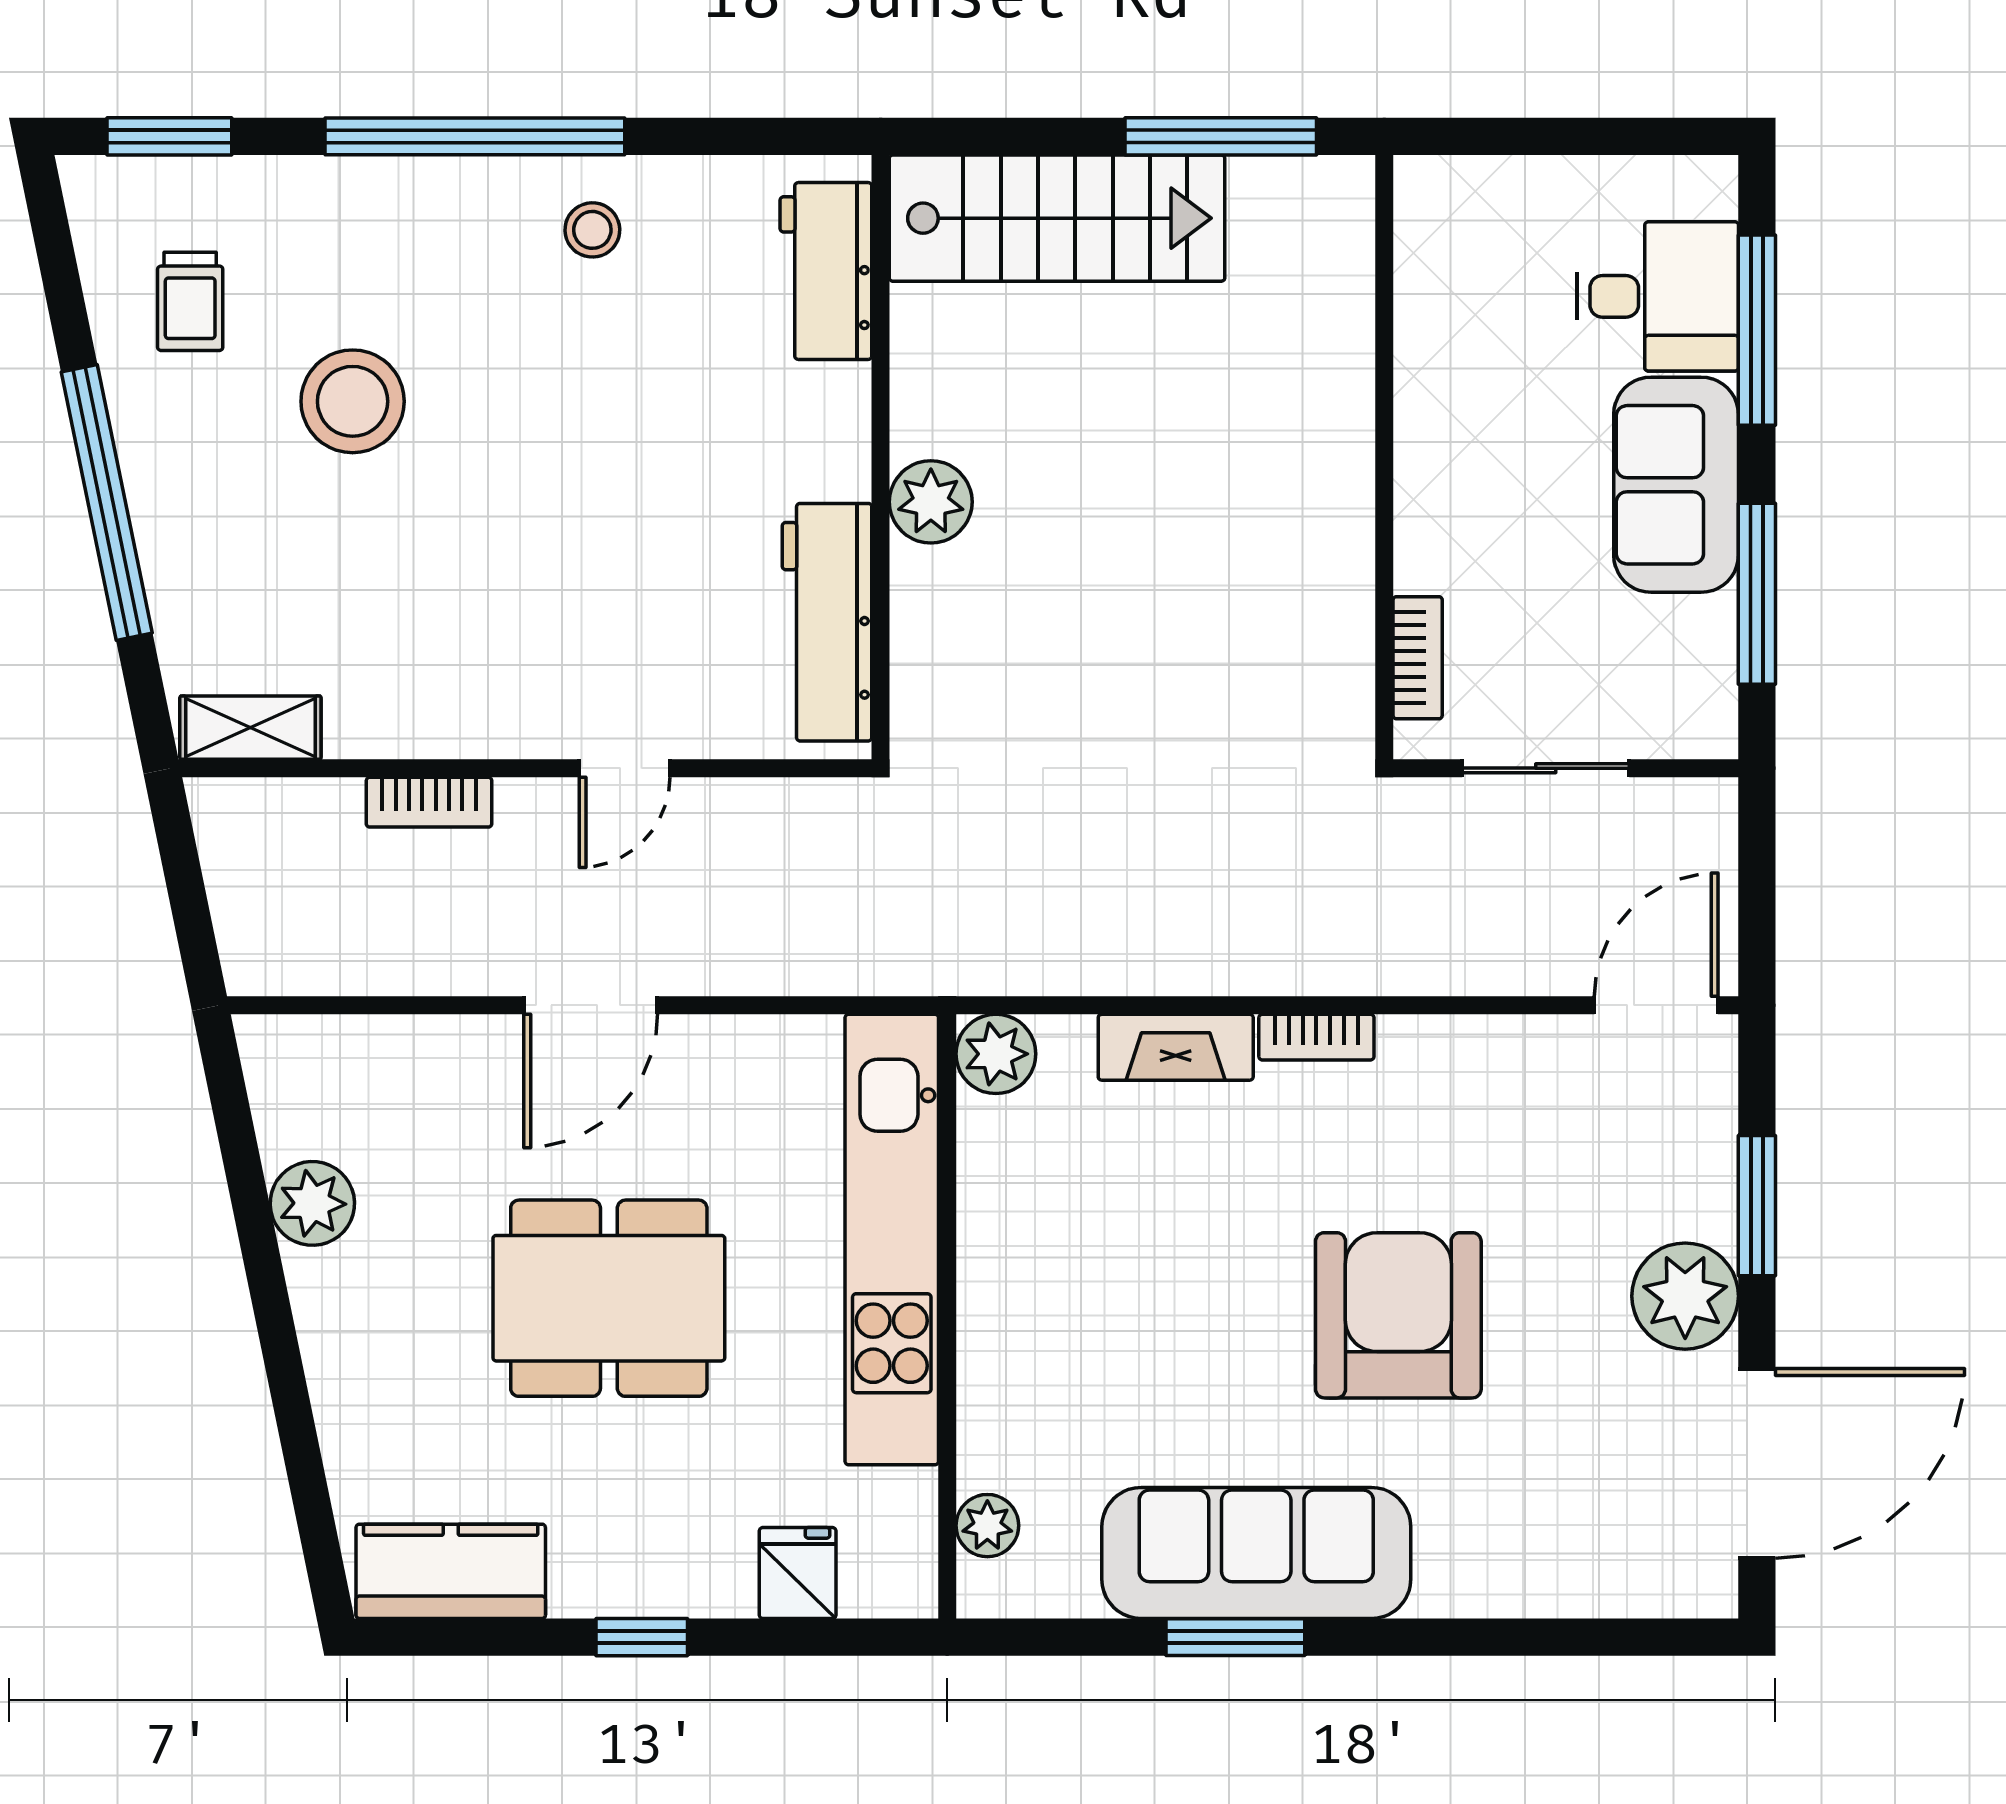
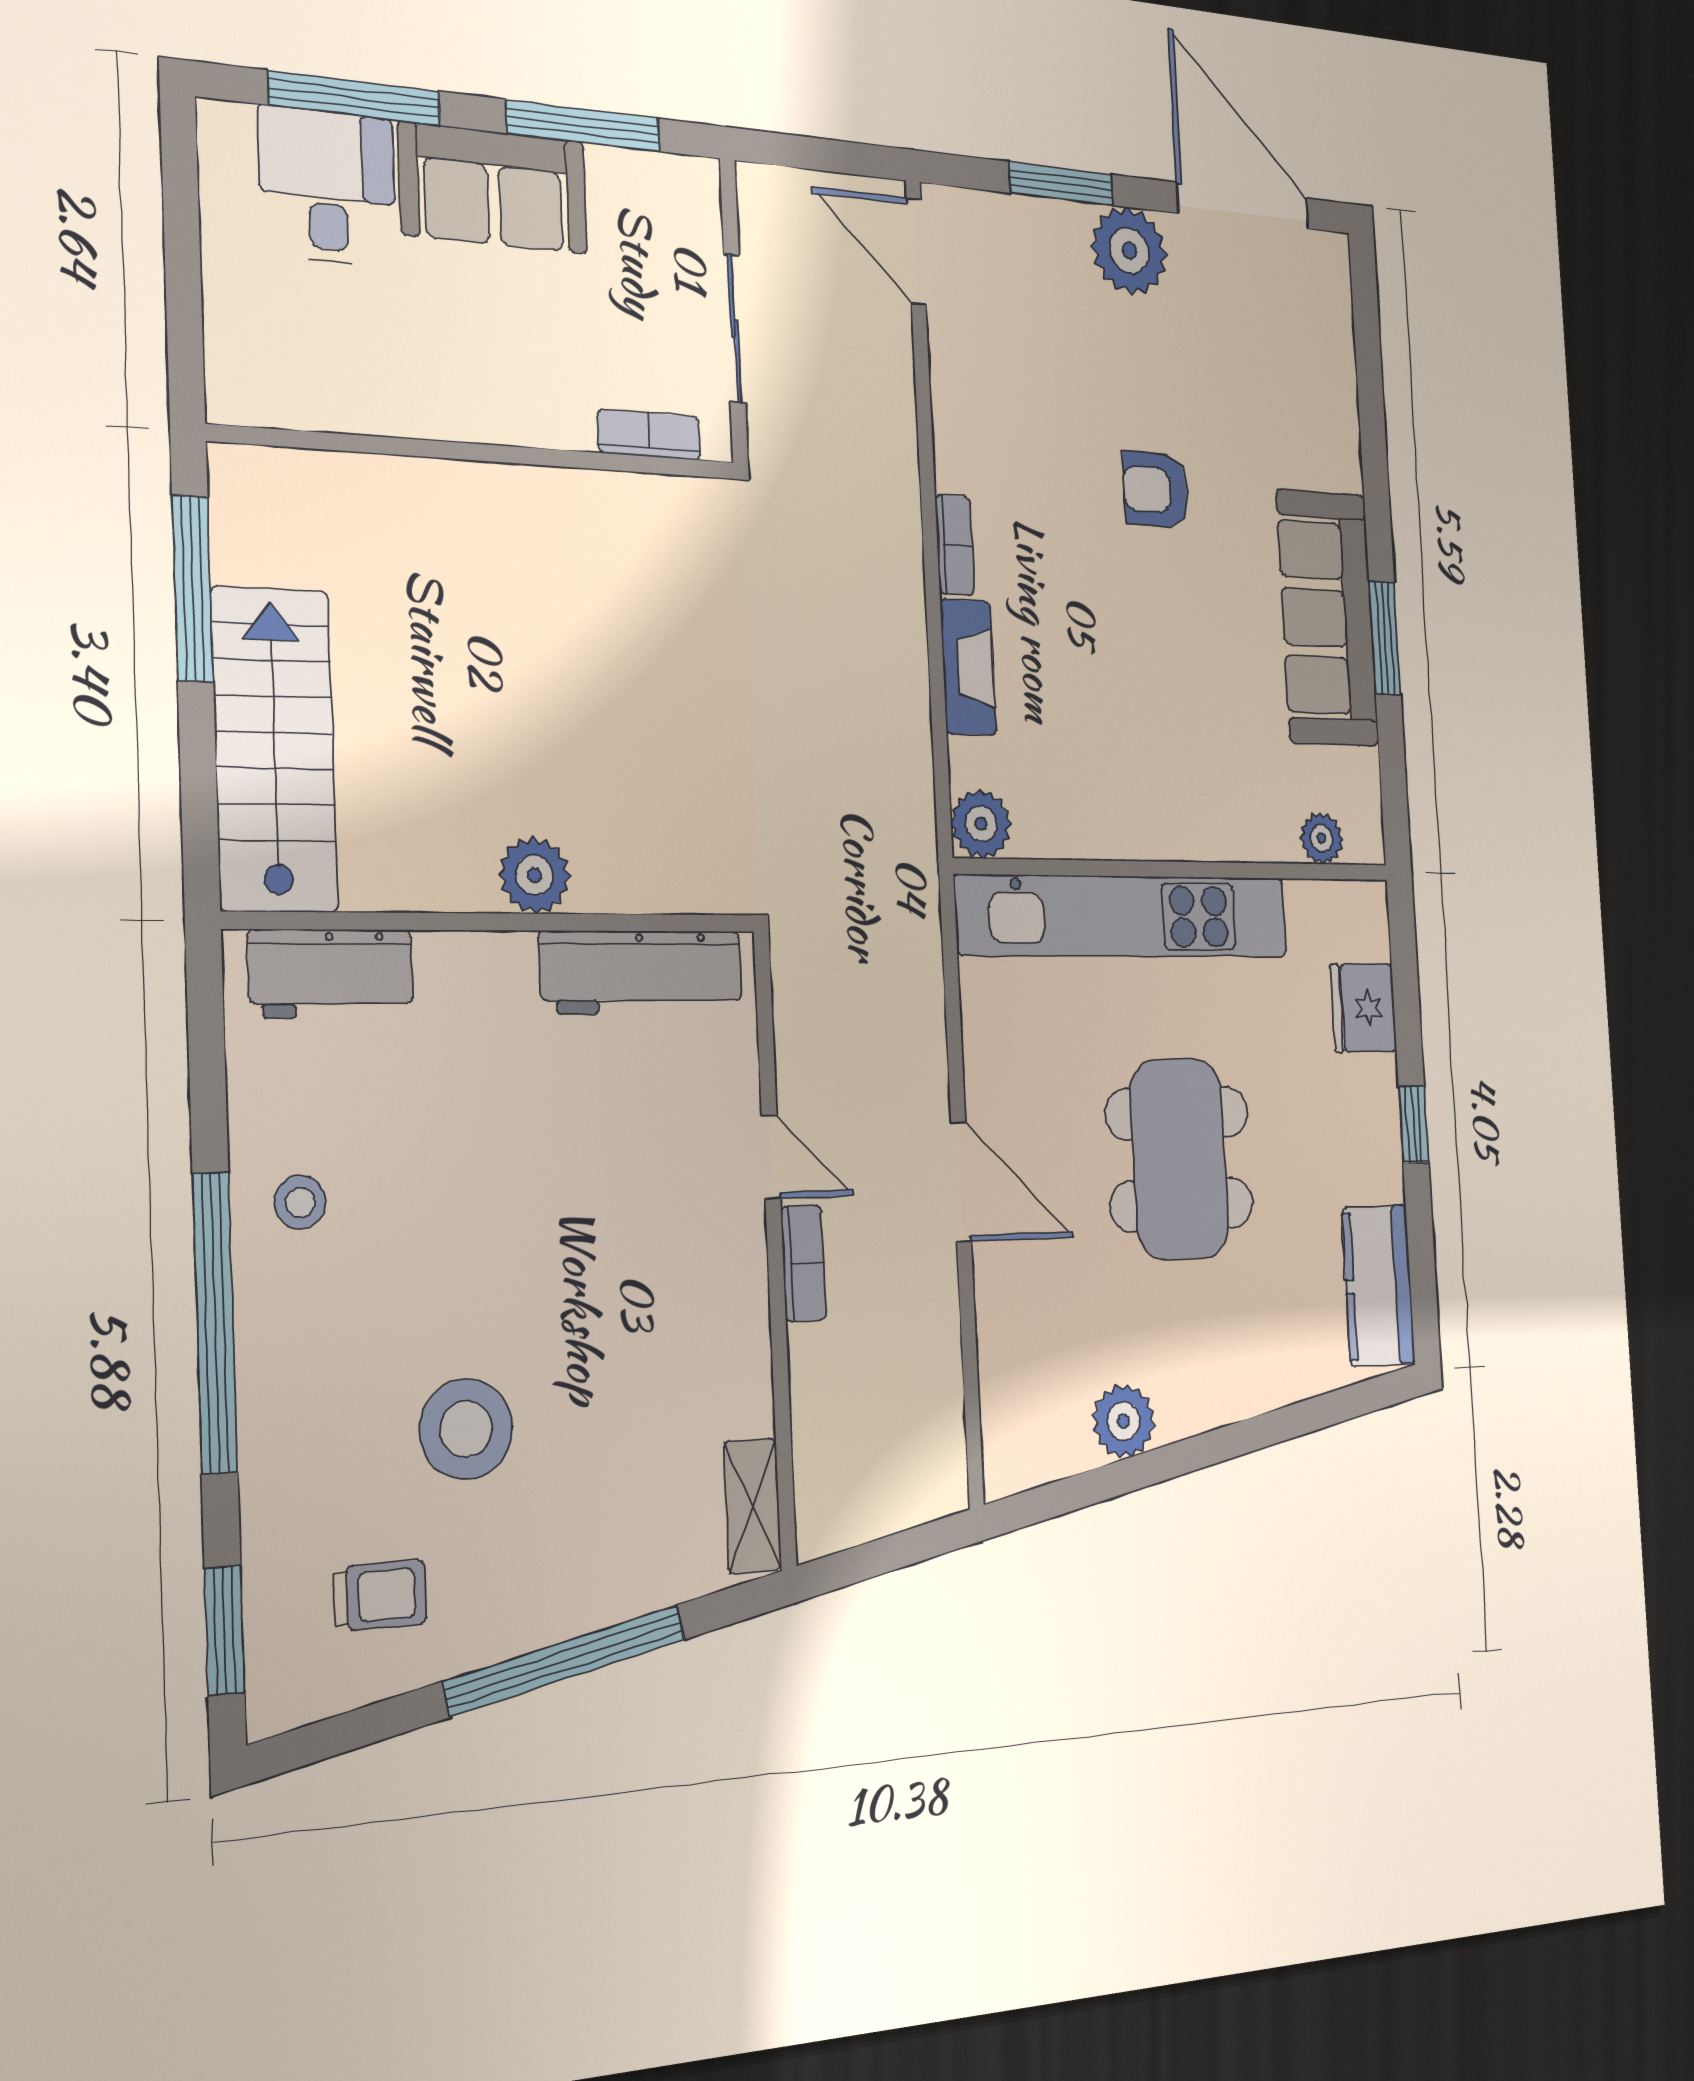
bookcase: (429, 802) -> (803, 1263), moved
armchair: (1398, 1315) -> (1156, 490), width x0.53, depth x0.53
fridge: (798, 1573) -> (1364, 1008), width x1.38

